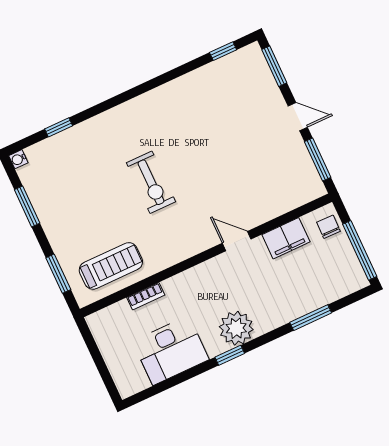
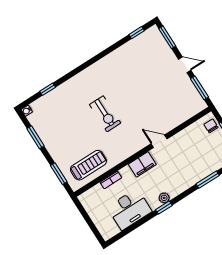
filing cabinet: (286, 238) -> (142, 164), moved
plant: (236, 328) -> (164, 198), width x0.53, depth x0.53

